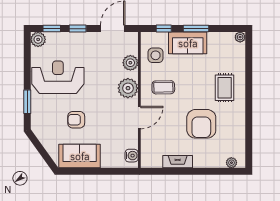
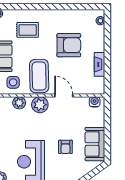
coffee table: (163, 87) -> (39, 76), width x1.86, depth x1.72
rug: (225, 88) -> (28, 30), moved

